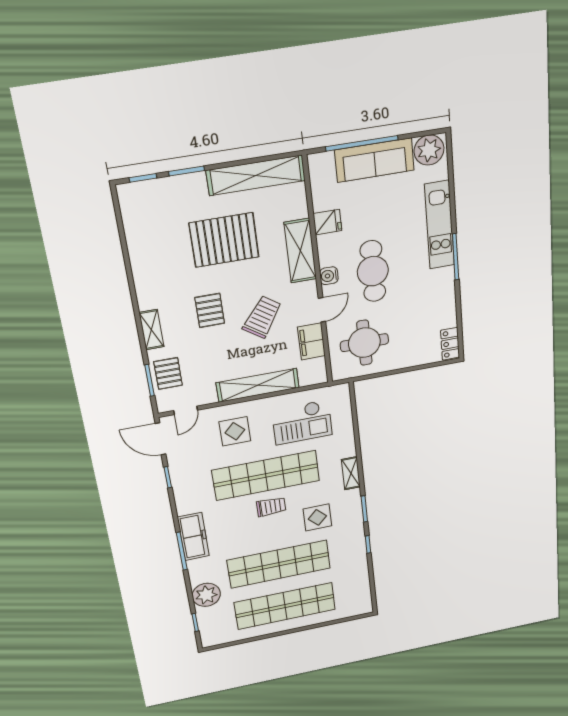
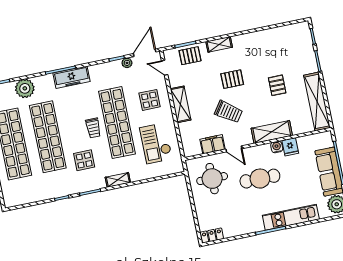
pallet: (224, 240) -> (277, 85), width x0.49, depth x0.50
water cooler: (329, 276) -> (277, 147), moved
shelving: (258, 385) -> (181, 104), width x0.68
plant: (175, 463) -> (127, 63), added

